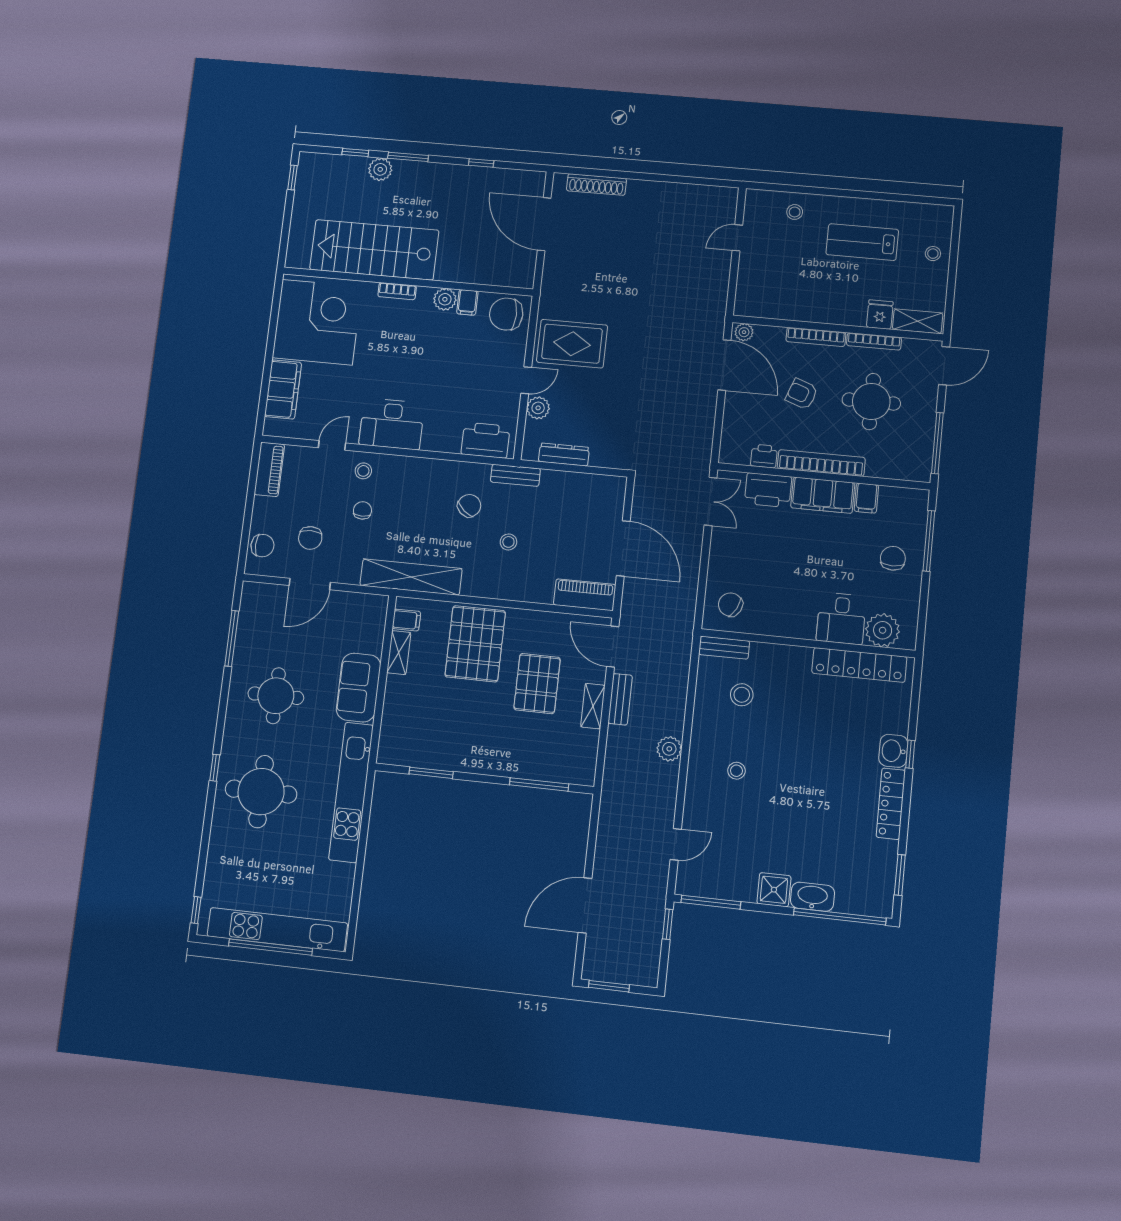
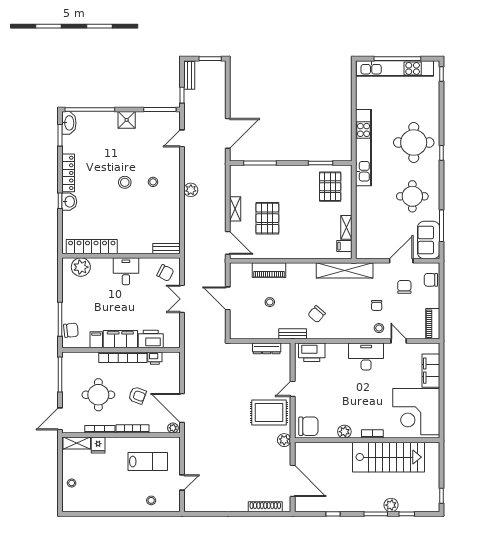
lab bench: (862, 242) -> (148, 462), moved
filing cabinet: (467, 302) -> (331, 431), removed
plant: (538, 408) -> (284, 440), moved
door: (332, 445) -> (399, 341), swing flipped
double door: (711, 501) -> (182, 299), moved
stool: (508, 542) -> (270, 302), moved
door: (623, 548) -> (228, 298), width x0.73
chair: (893, 558) -> (71, 330), moved, turned -96
piano: (585, 595) -> (269, 270), moved
desk: (841, 618) -> (126, 271), moved
pallet: (475, 644) -> (330, 187), moved, width x0.73, depth x0.71
sofa: (358, 688) -> (429, 240), moved, turned 180
stool: (742, 695) -> (125, 182), moved
bench: (620, 699) -> (189, 75), moved
washbasin: (812, 897) -> (69, 123), moved, turned -90
door: (585, 905) -> (228, 133), moved

